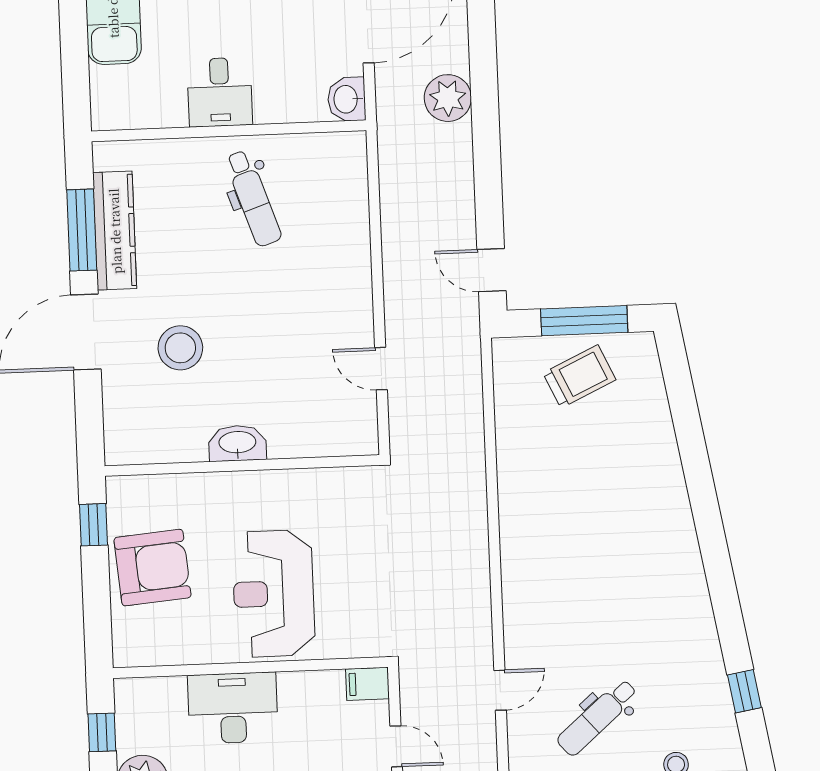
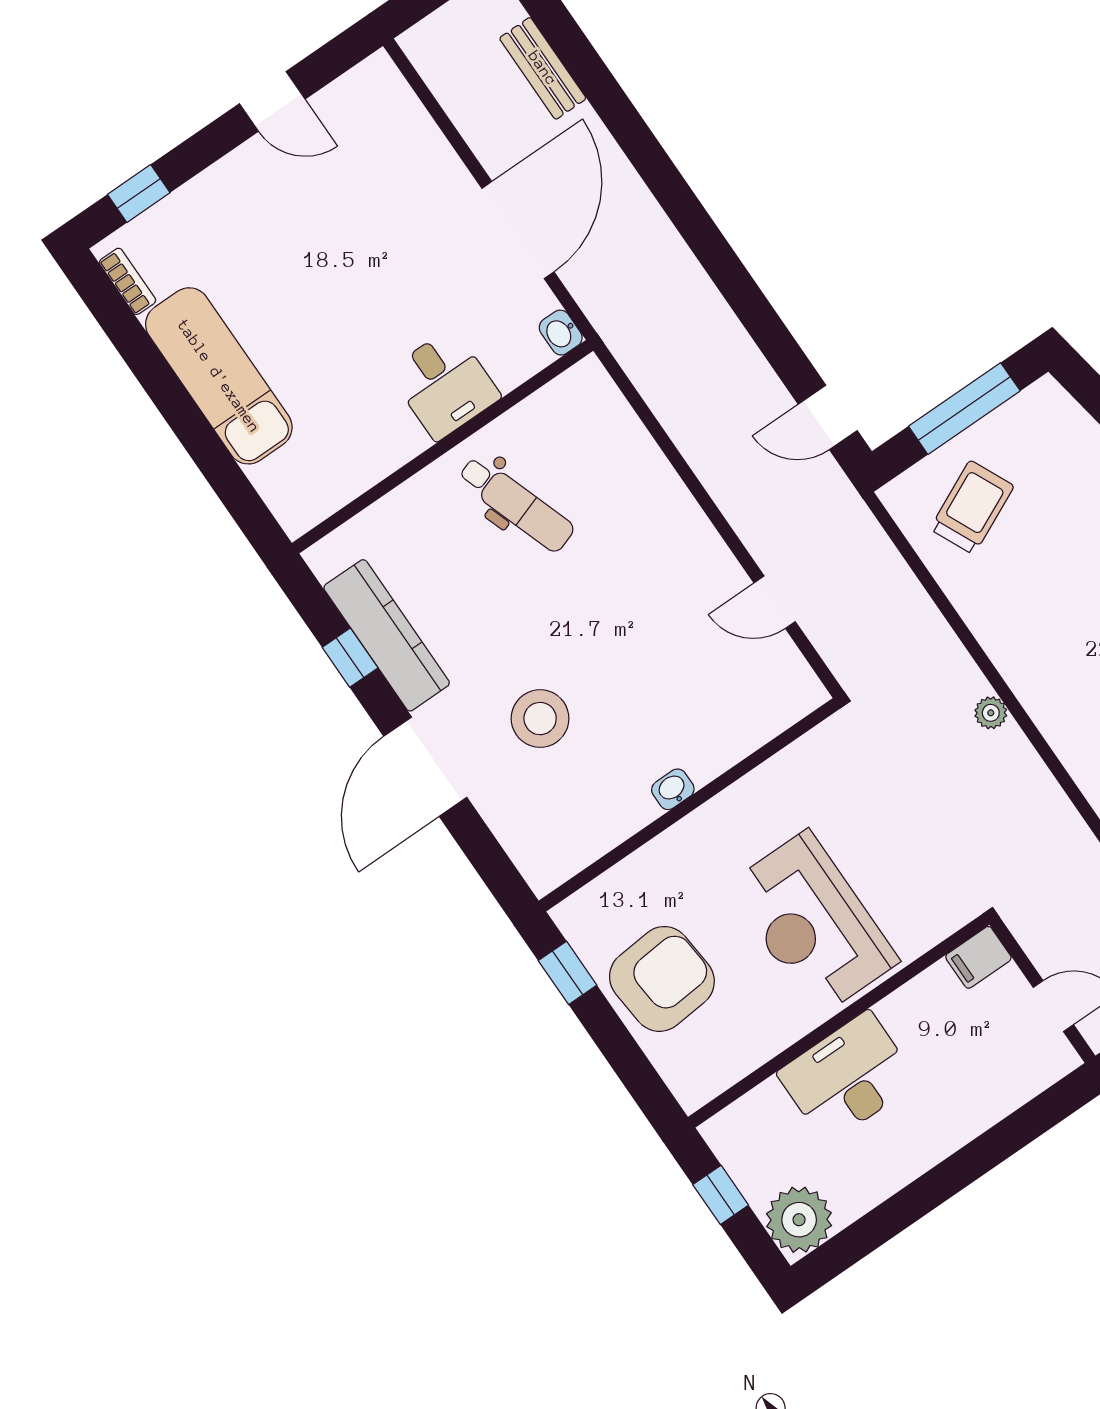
desk: (220, 92) -> (444, 384), moved
plant: (448, 98) -> (991, 713), moved, width x0.53, depth x0.53
washbasin: (347, 99) -> (561, 333), width x0.72, depth x0.69
window: (82, 230) -> (350, 658), width x0.46
trolley: (579, 376) -> (972, 507), moved
washbasin: (237, 443) -> (673, 789), width x0.52, depth x0.69

